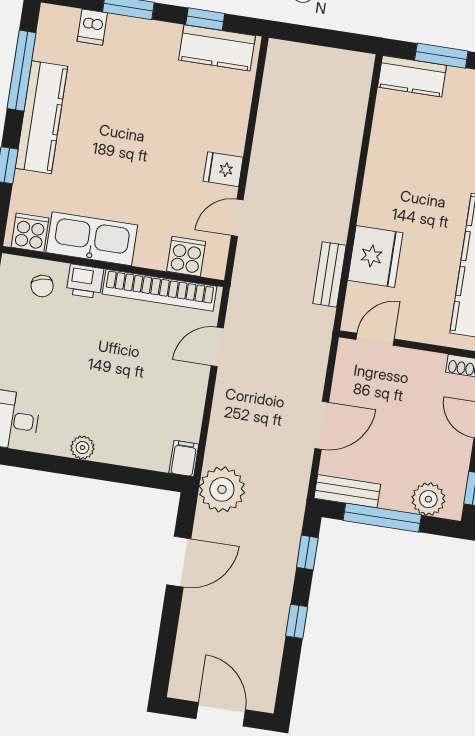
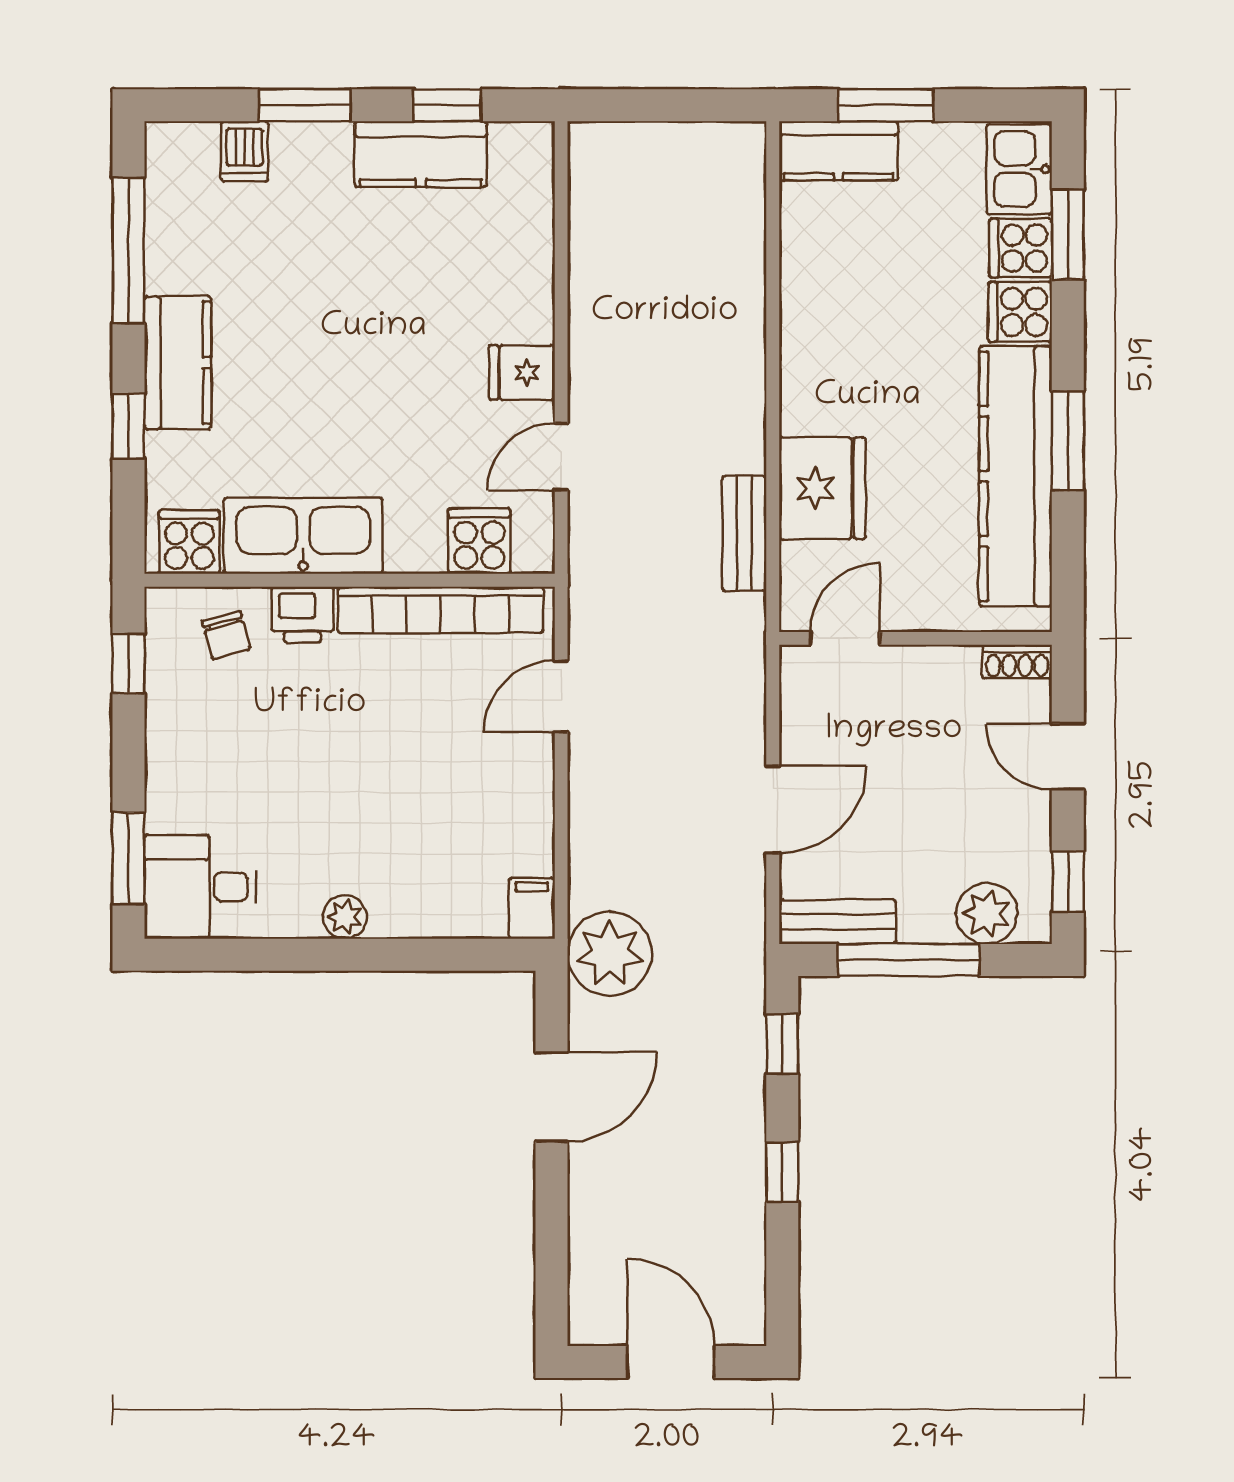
kitchen counter: (217, 48) -> (421, 154), moved
kitchen counter: (41, 117) -> (178, 363), width x0.67

